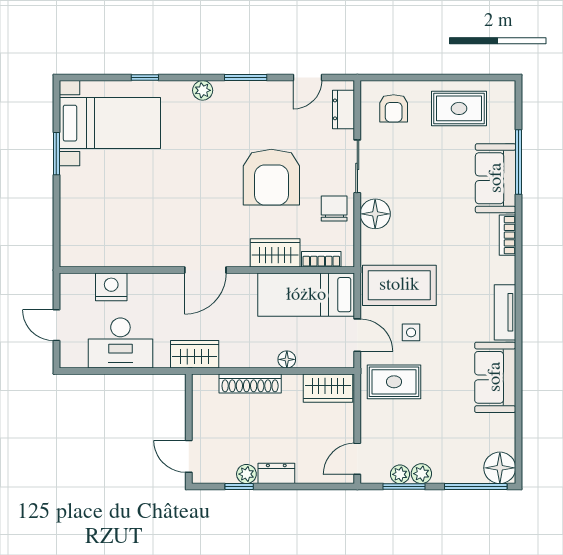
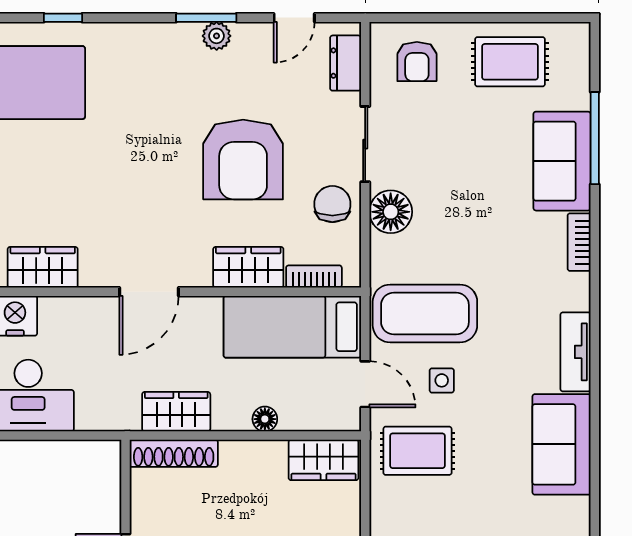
plant: (203, 90) -> (217, 36), moved
wardrobe: (131, 253) -> (43, 267), added
wardrobe: (195, 354) -> (176, 412), moved
shoe rack: (250, 384) -> (174, 453), moved

